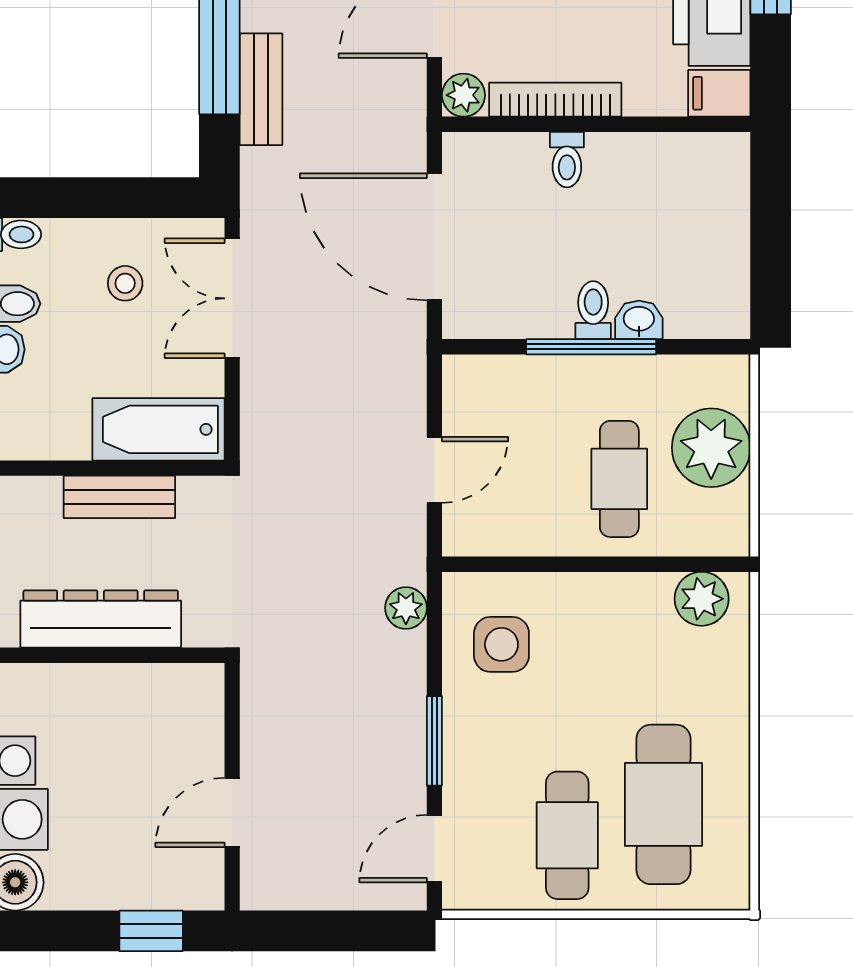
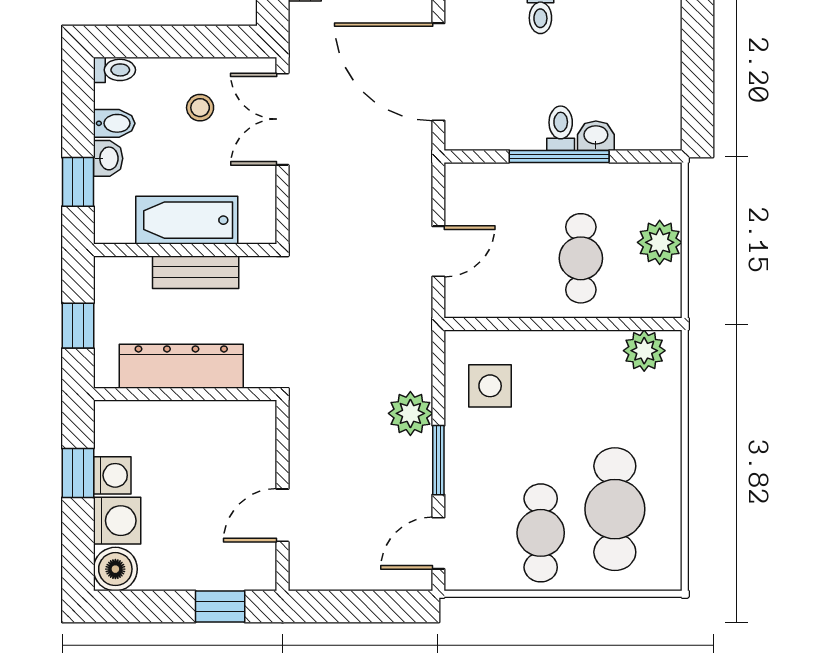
bathtub: (158, 429) -> (187, 220), moved
plant: (711, 448) -> (660, 242), width x0.73, depth x0.73
plant: (406, 608) -> (410, 413), moved, width x1.38, depth x1.38

